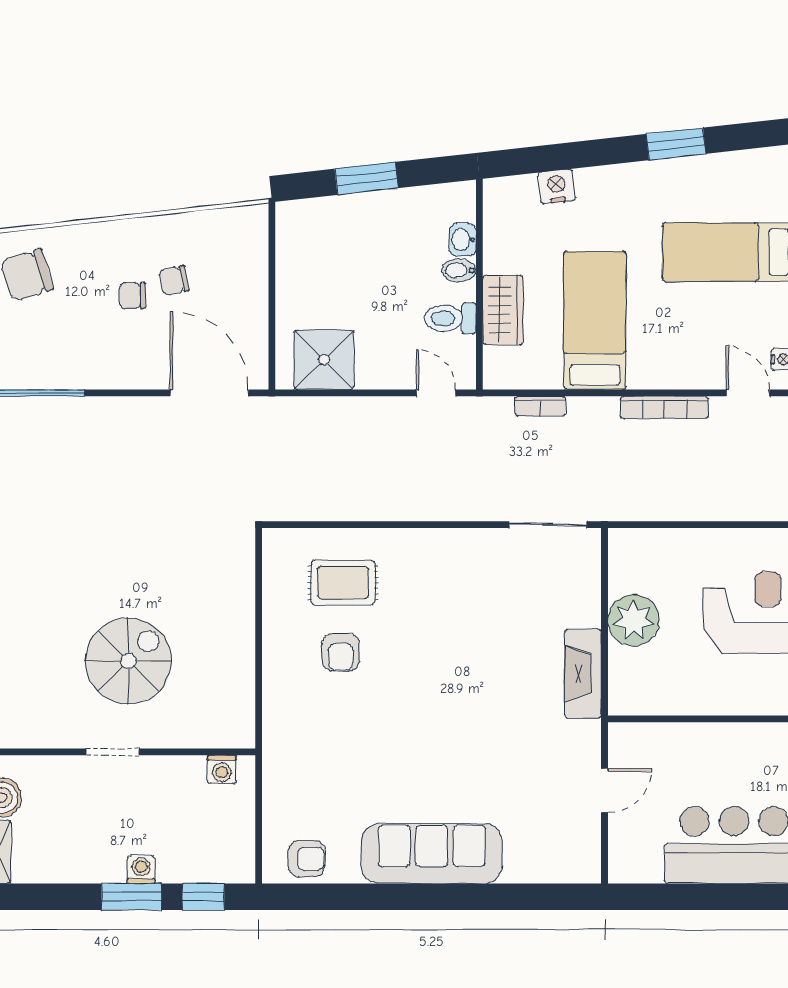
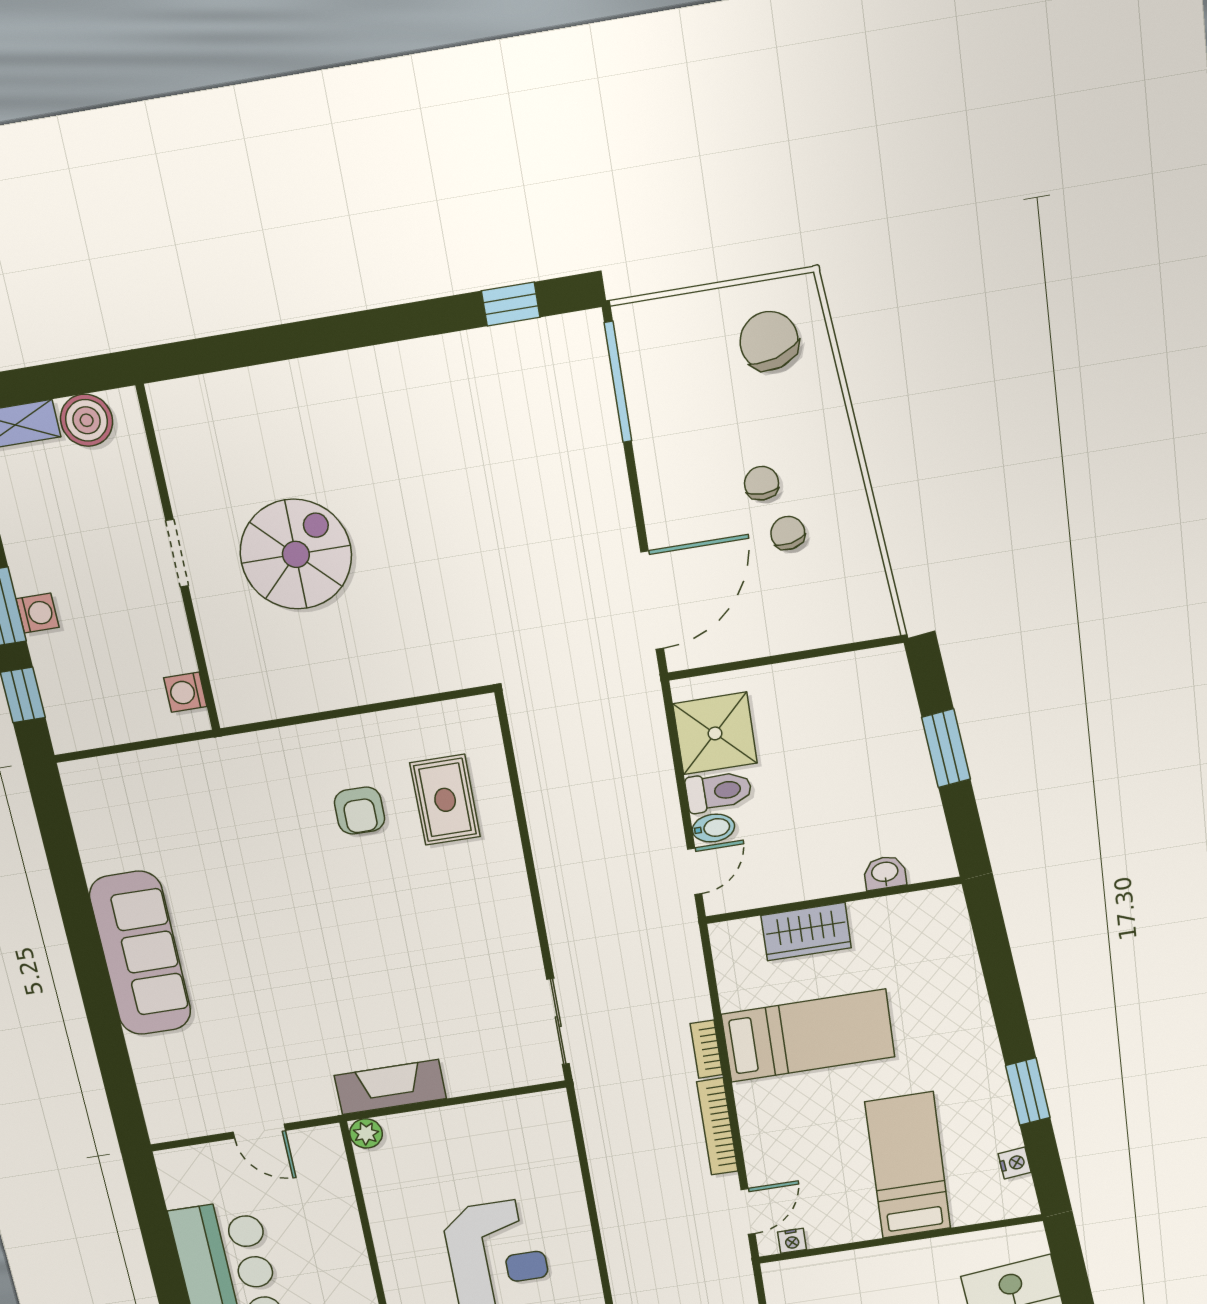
nightstand: (557, 186) -> (1015, 1163), moved, width x0.72, depth x0.74
bidet: (459, 270) -> (713, 828), moved, turned 90
toilet: (450, 318) -> (719, 791), moved, turned 90
bookcase: (540, 406) -> (706, 1049), moved
plant: (633, 620) -> (366, 1133), moved, width x0.53, depth x0.53
armchair: (341, 652) -> (360, 811), turned -90
spiral stairs: (128, 661) -> (296, 554), turned -90
armchair: (306, 859) -> (100, 811), removed

